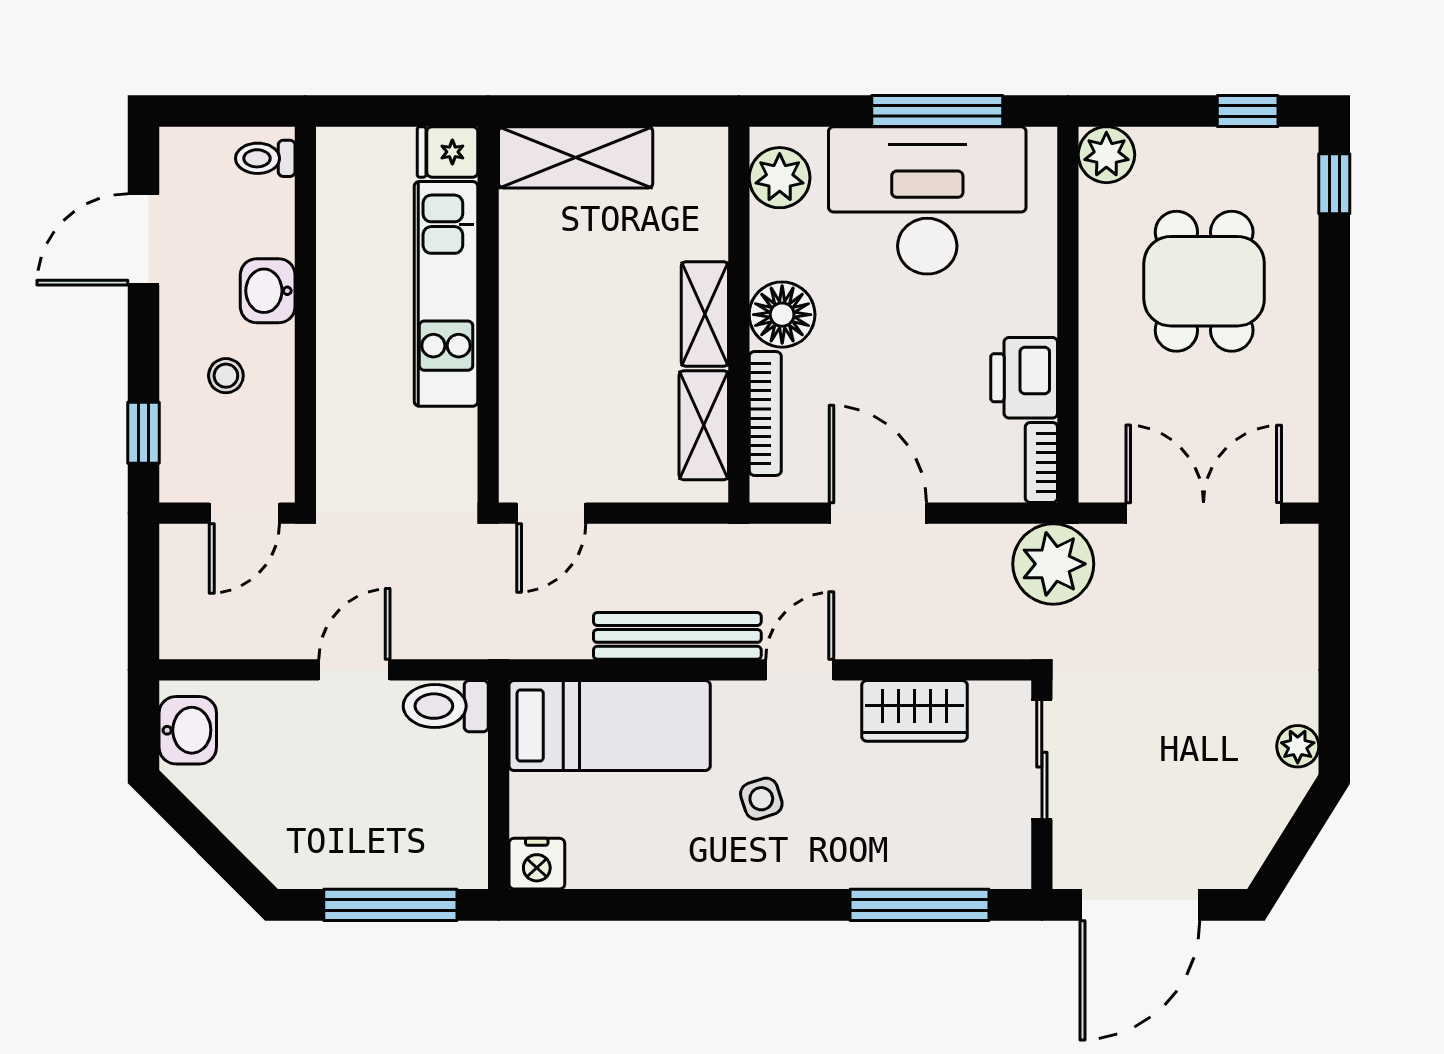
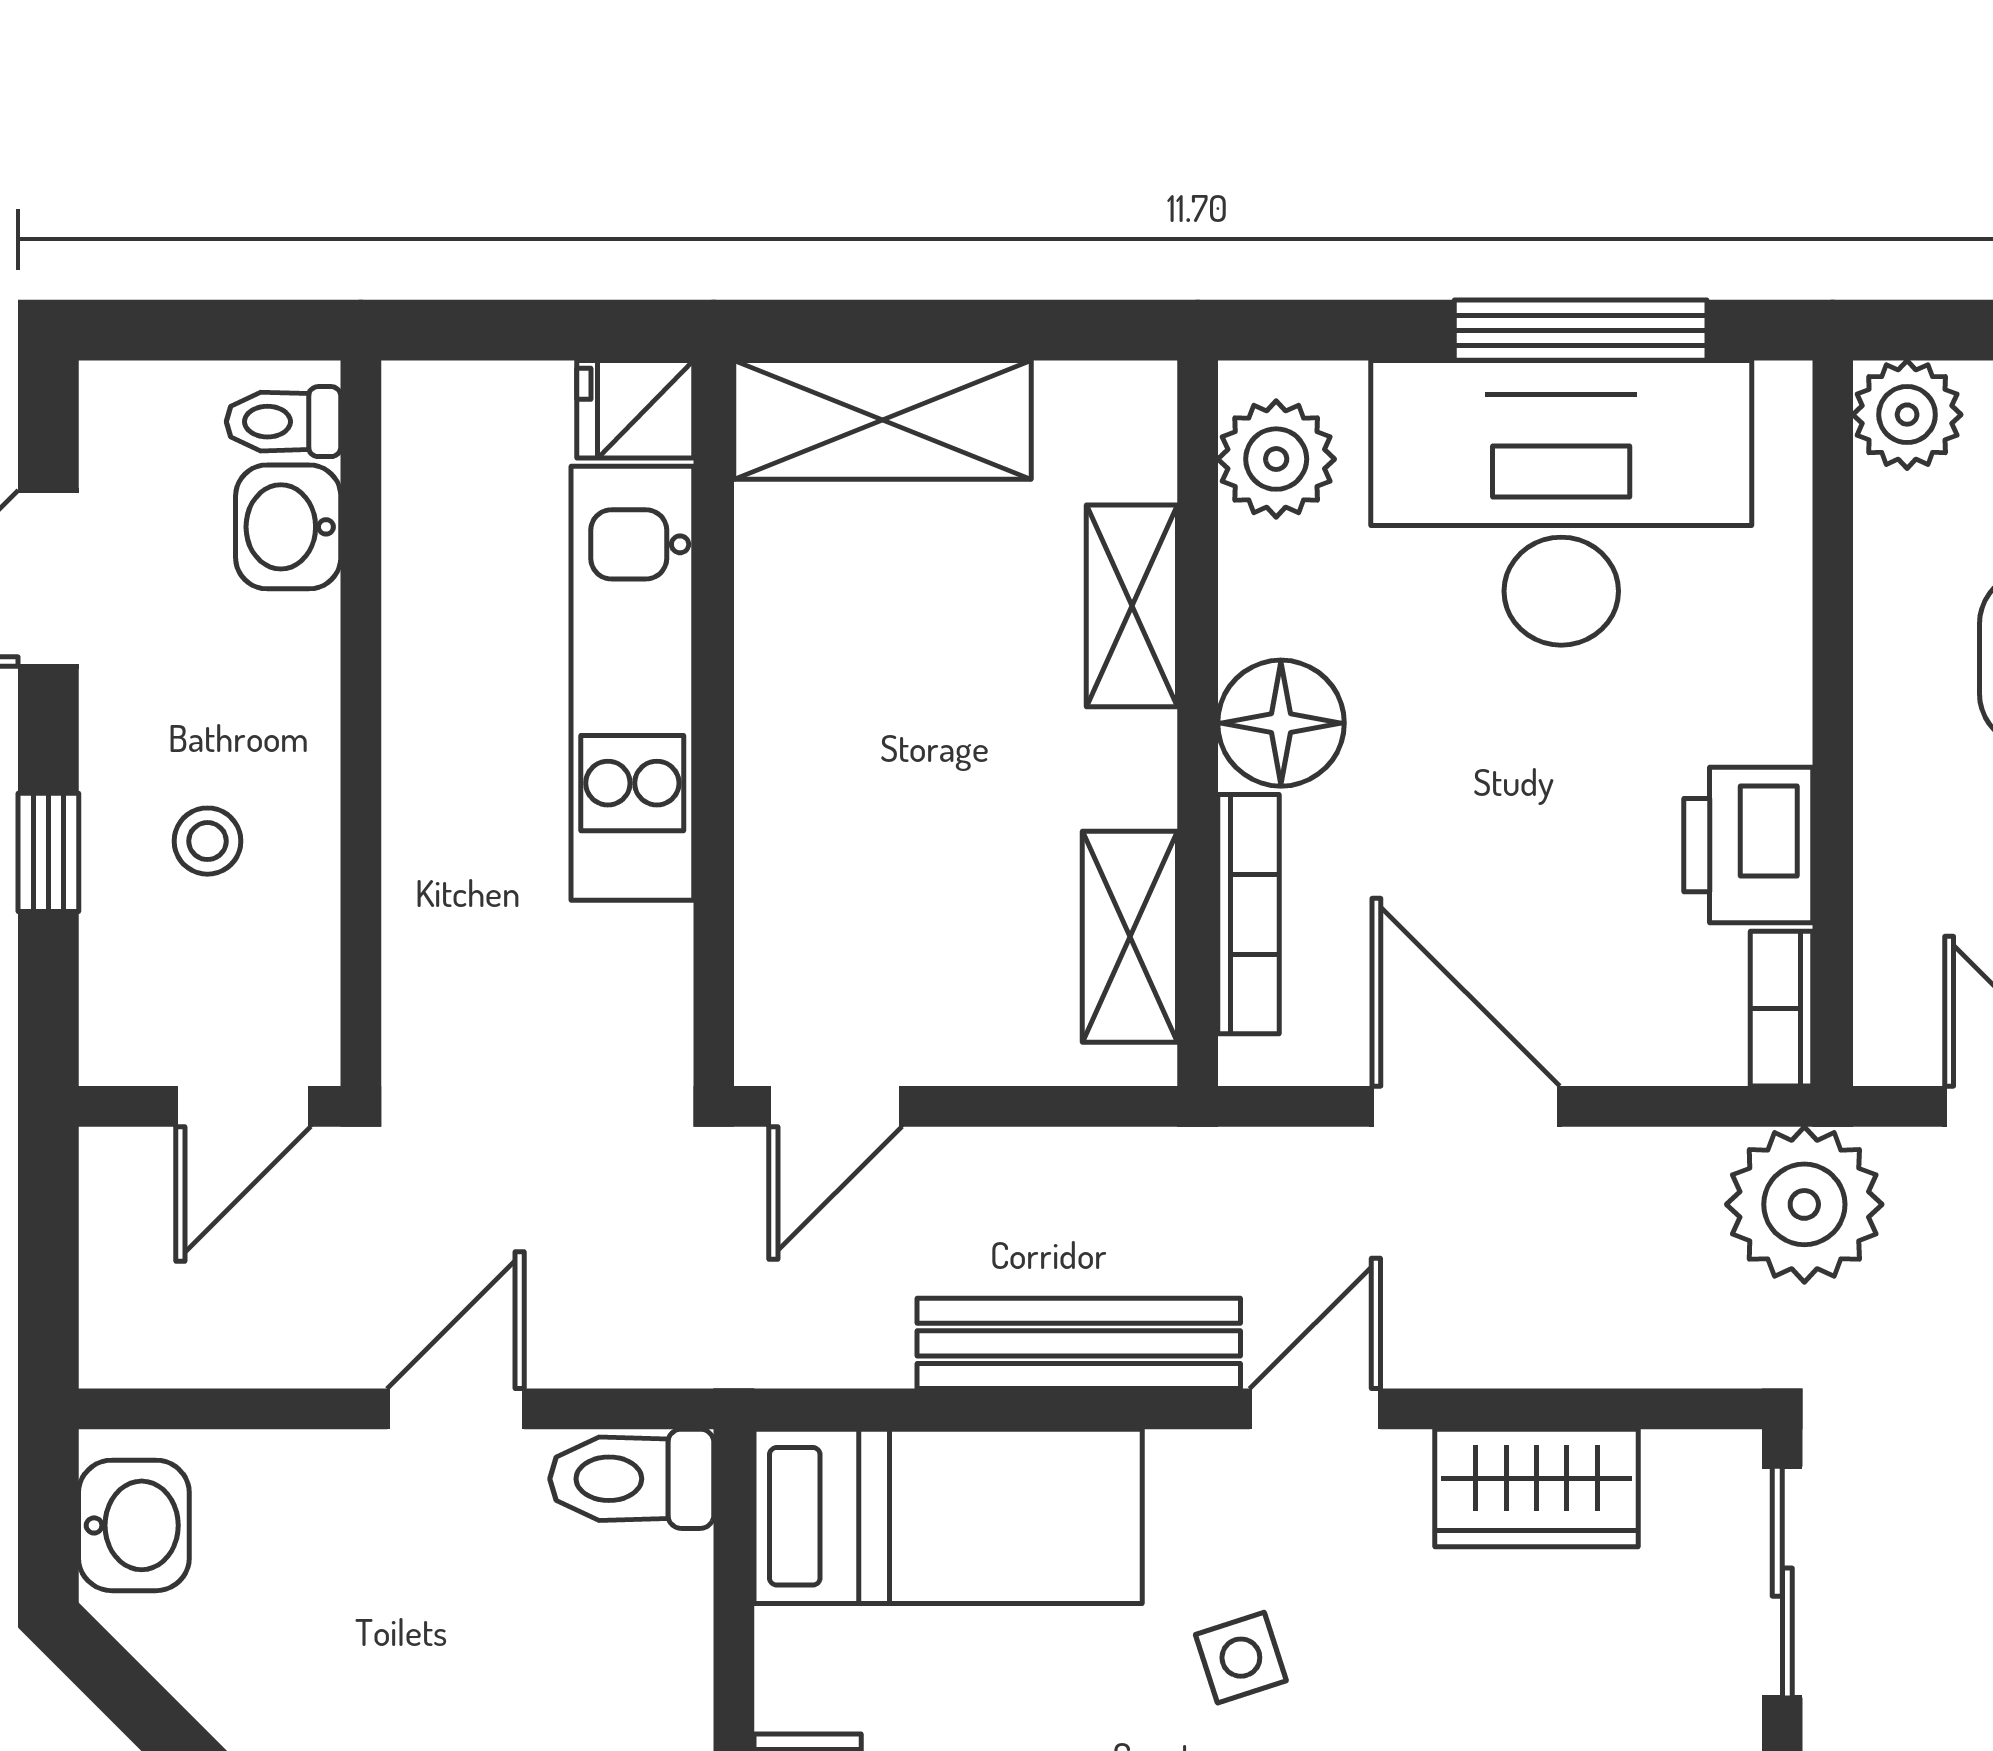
washbasin: (268, 291) -> (288, 527), moved
shelving: (705, 314) -> (1132, 606), moved
window: (143, 433) -> (48, 852), moved

